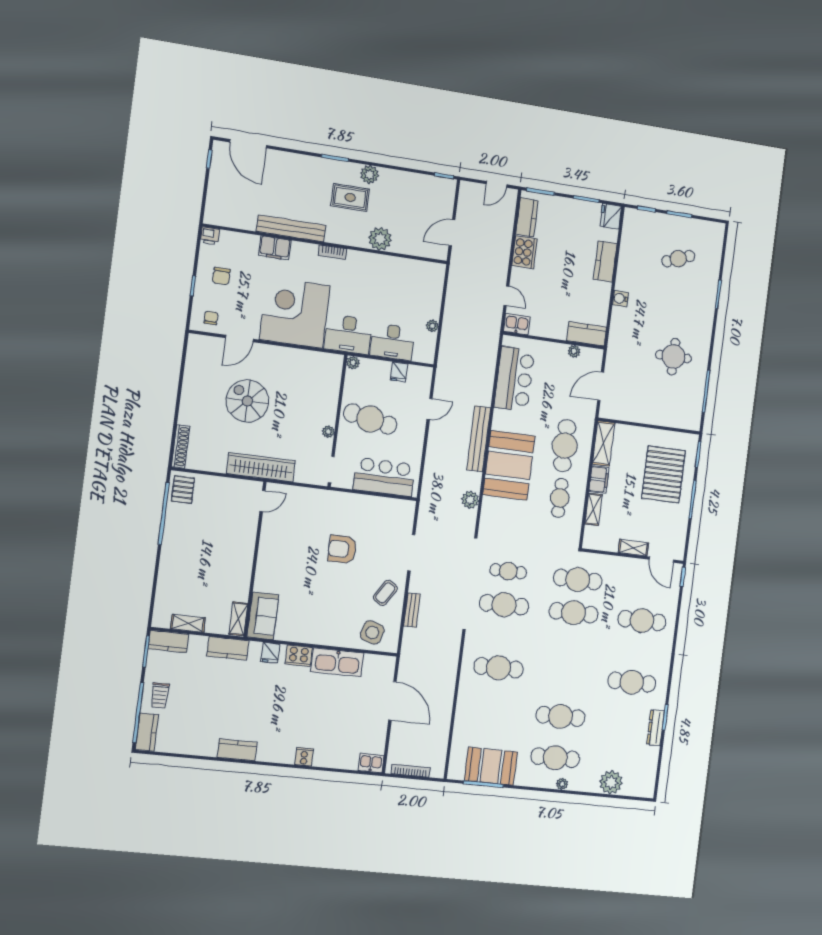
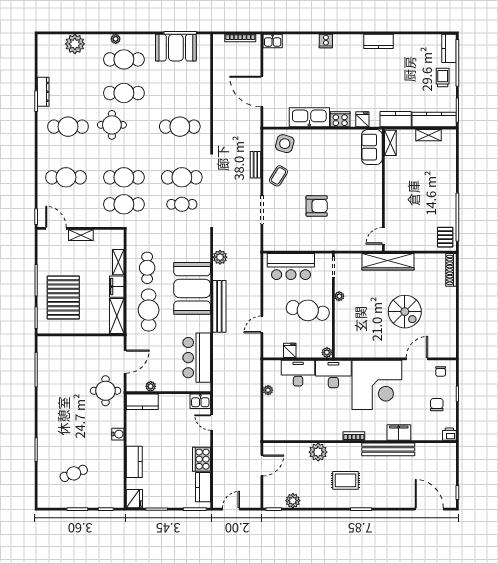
plant: (369, 175) -> (293, 501), moved
round table: (673, 357) -> (106, 391), moved
kitchen counter: (168, 641) -> (434, 120), width x1.50
round table: (580, 679) -> (112, 125), added

